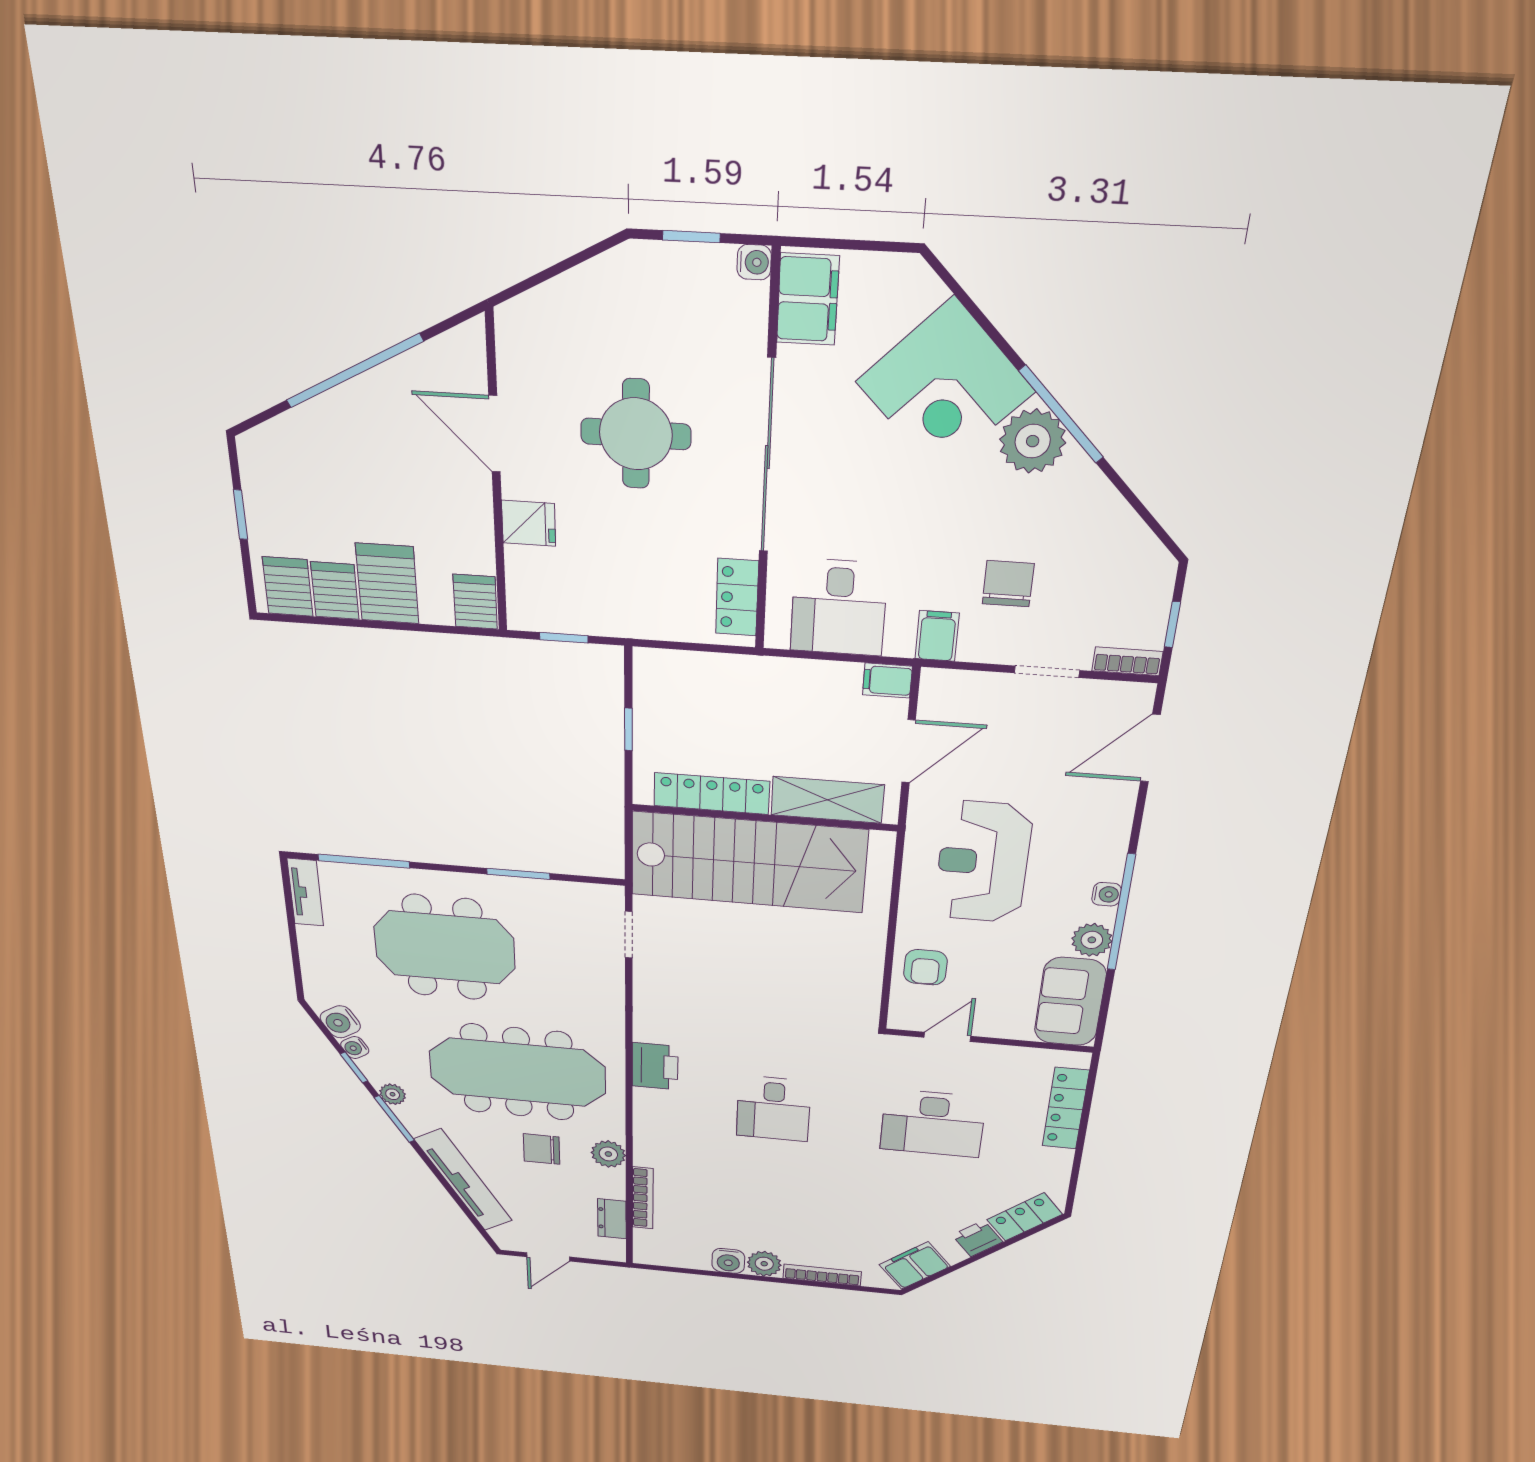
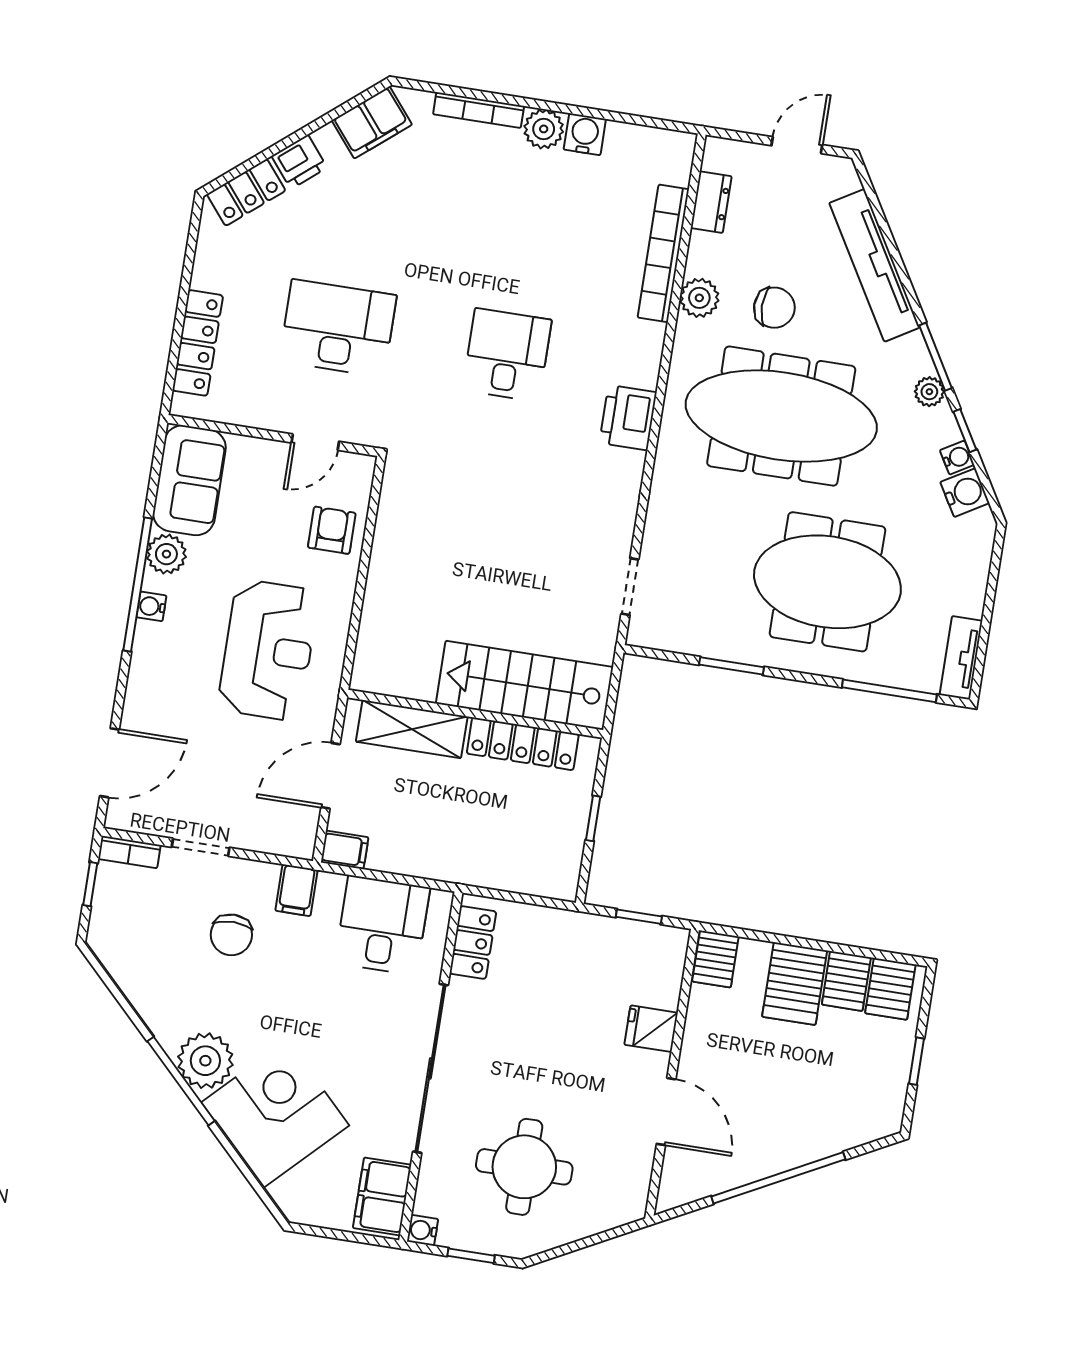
round table: (636, 434) -> (524, 1167), moved
stairs: (748, 862) -> (525, 685), width x0.73, depth x0.66
bookcase: (643, 1198) -> (663, 253), width x1.48, depth x1.31

